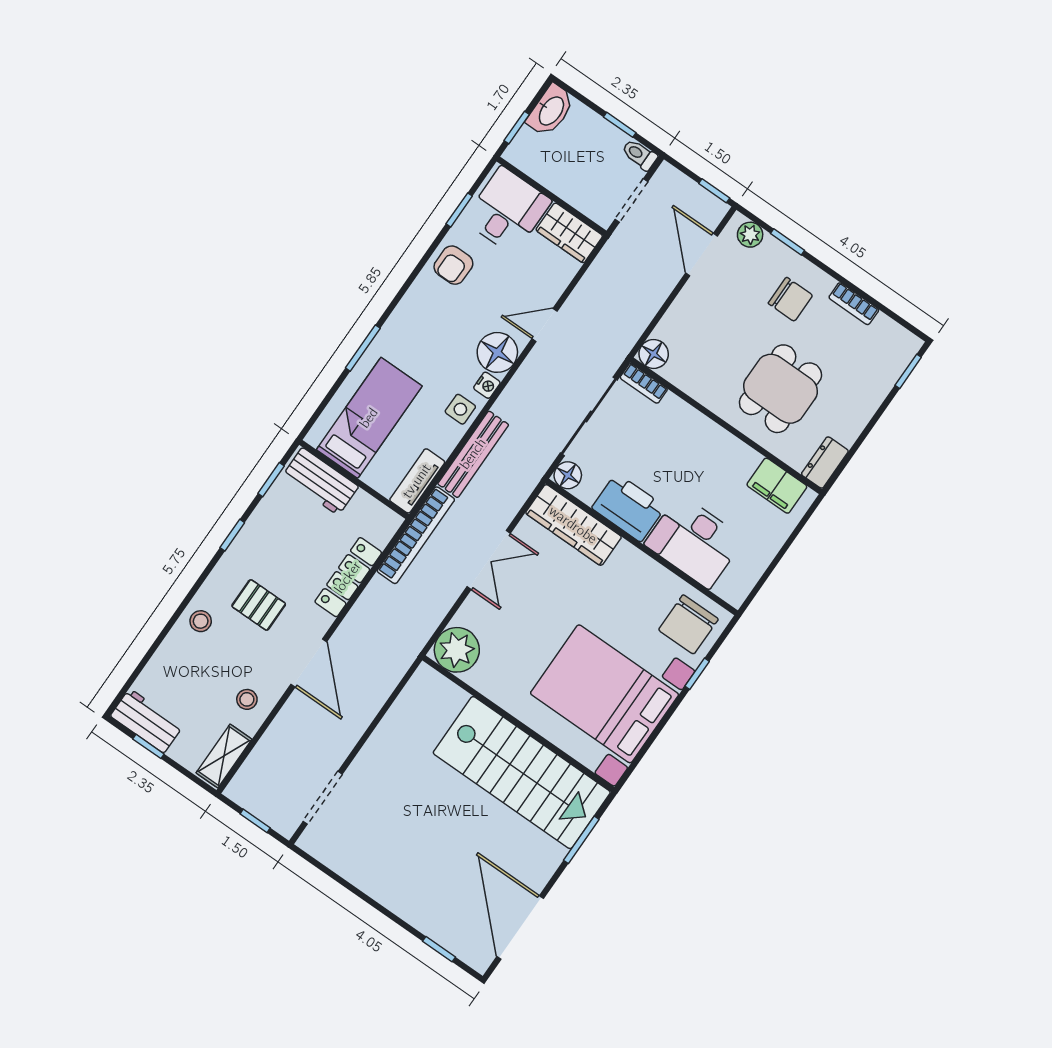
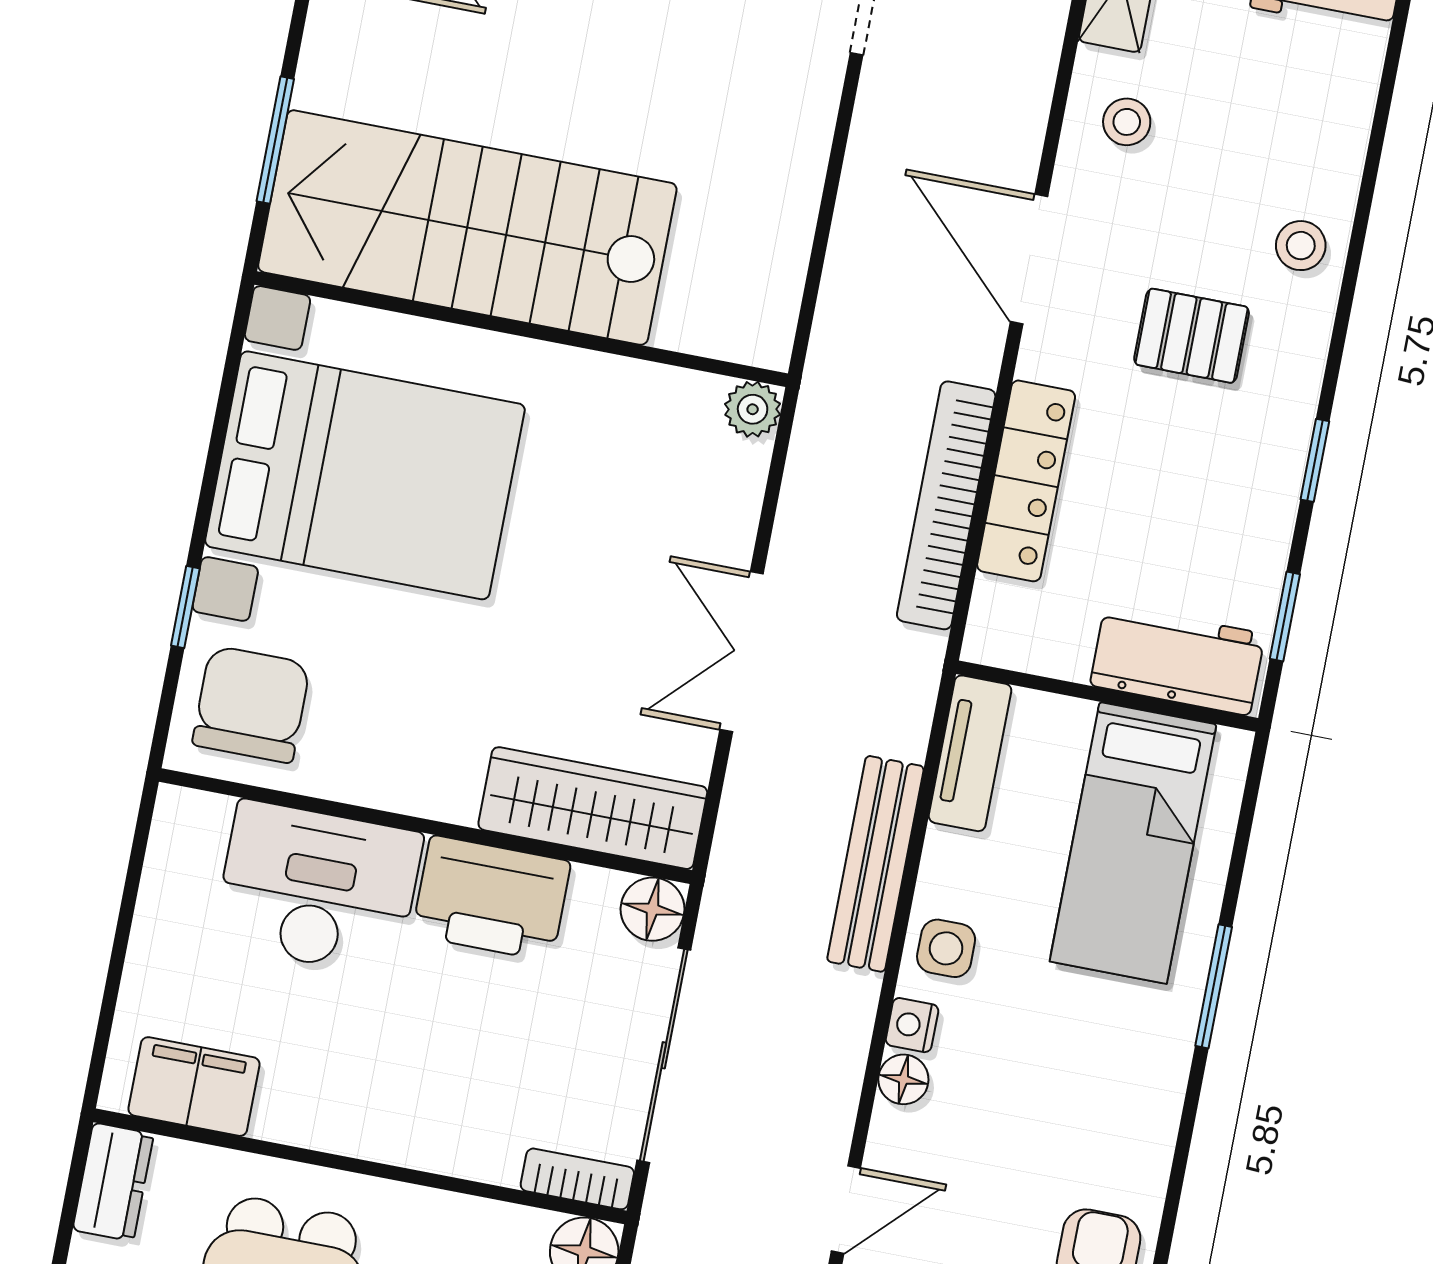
floor lamp: (497, 352) -> (903, 1079), width x0.53, depth x0.53
bookcase: (416, 535) -> (946, 505), moved
plant: (457, 650) -> (753, 409), width x0.53, depth x0.53

